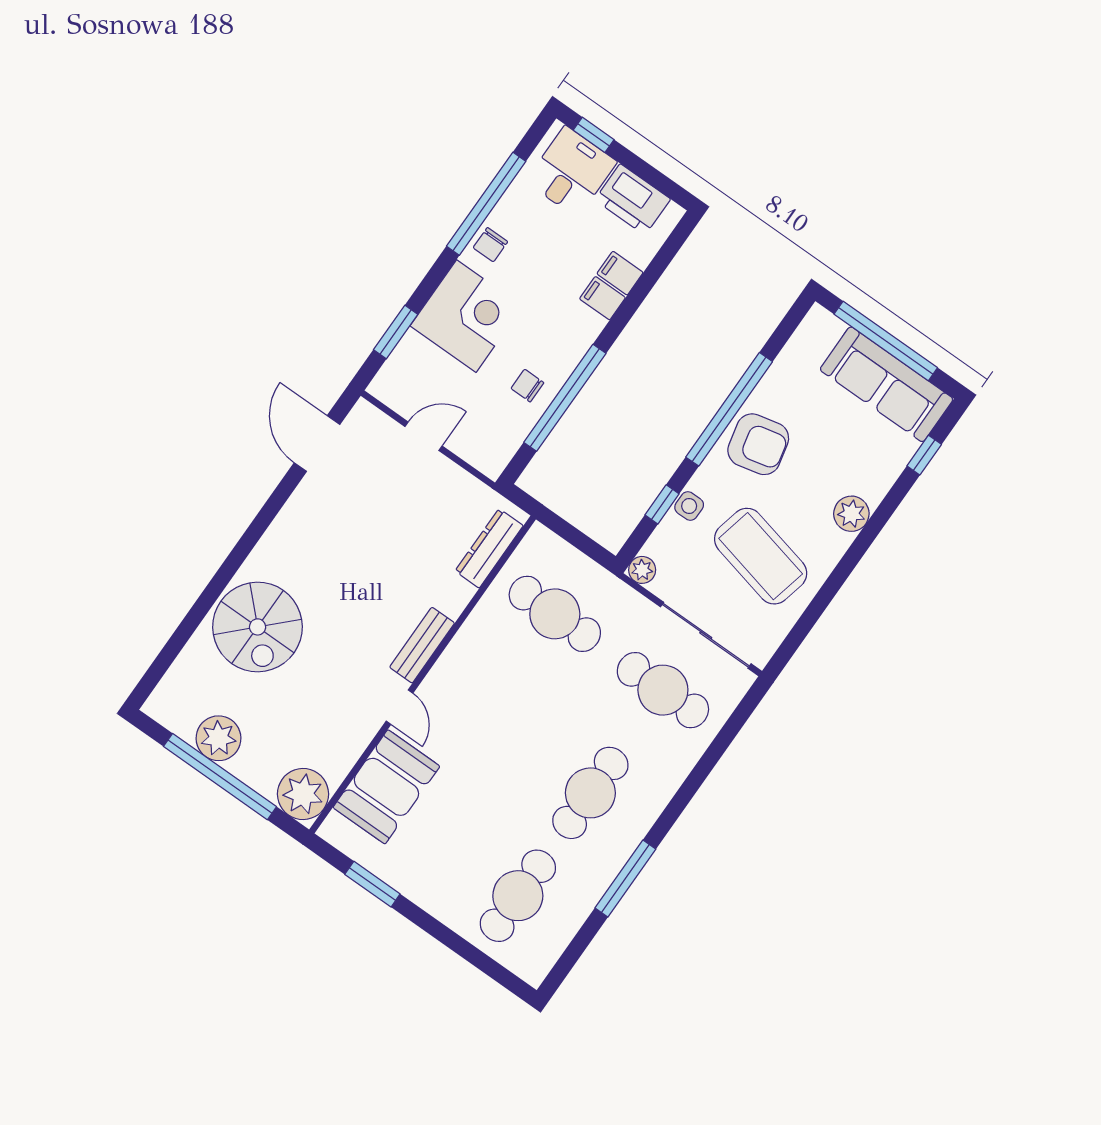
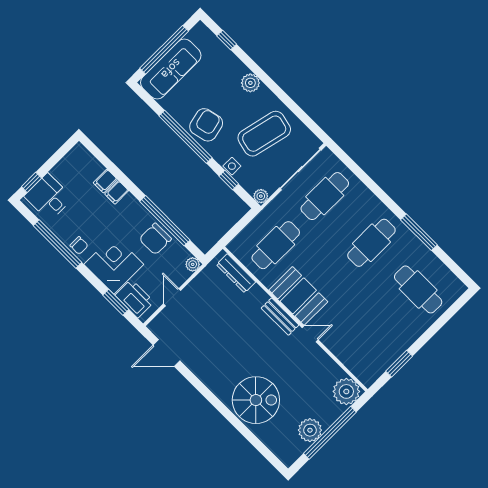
printer: (633, 199) -> (135, 299), moved, turned -90
sofa: (887, 384) -> (171, 69), moved
chair: (527, 386) -> (155, 239), width x1.87, depth x1.87
plant: (492, 464) -> (193, 264), added
booth: (386, 787) -> (298, 296), moved
cafe table: (590, 793) -> (371, 243), turned 90

